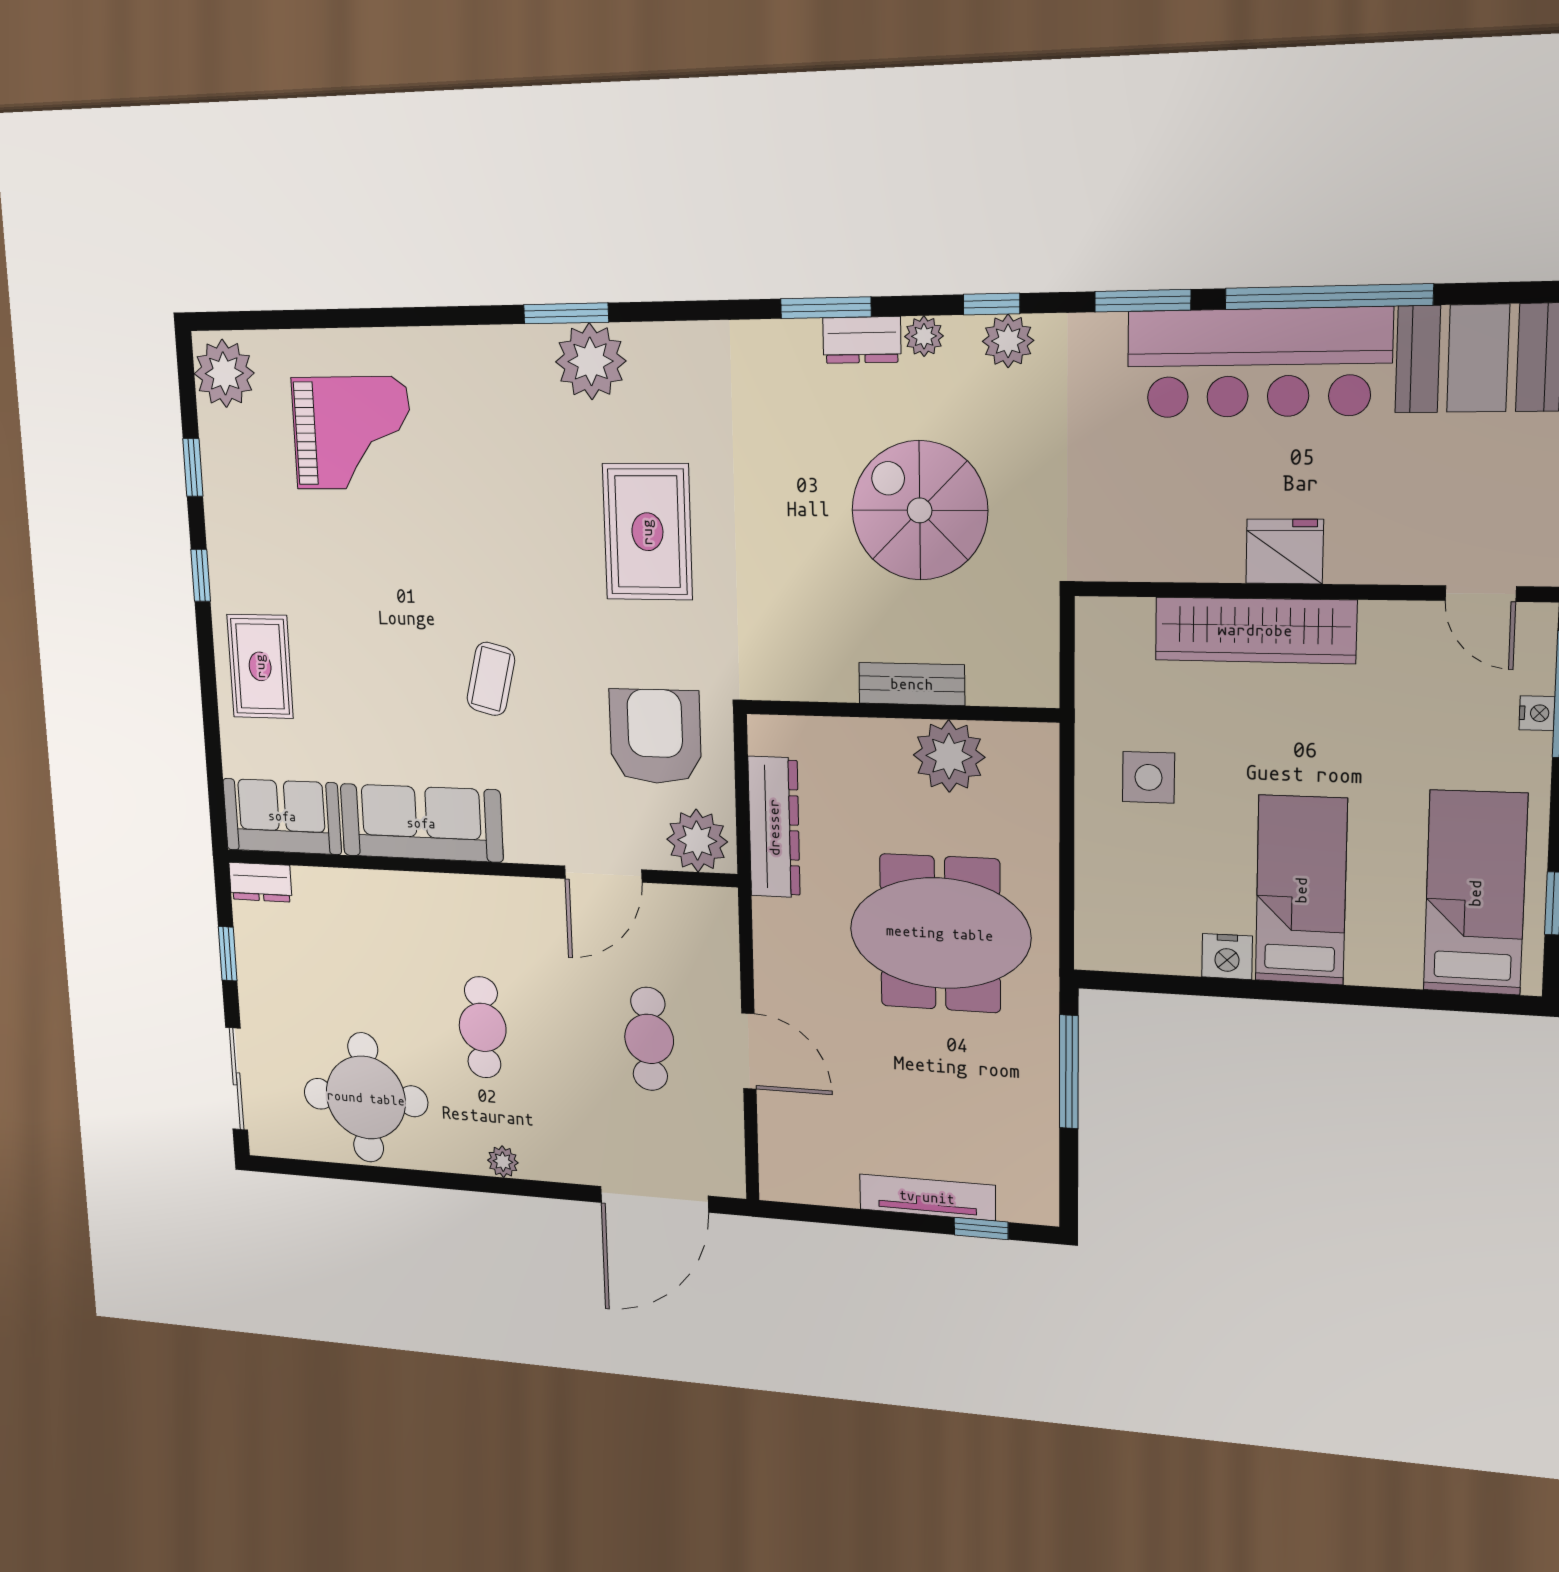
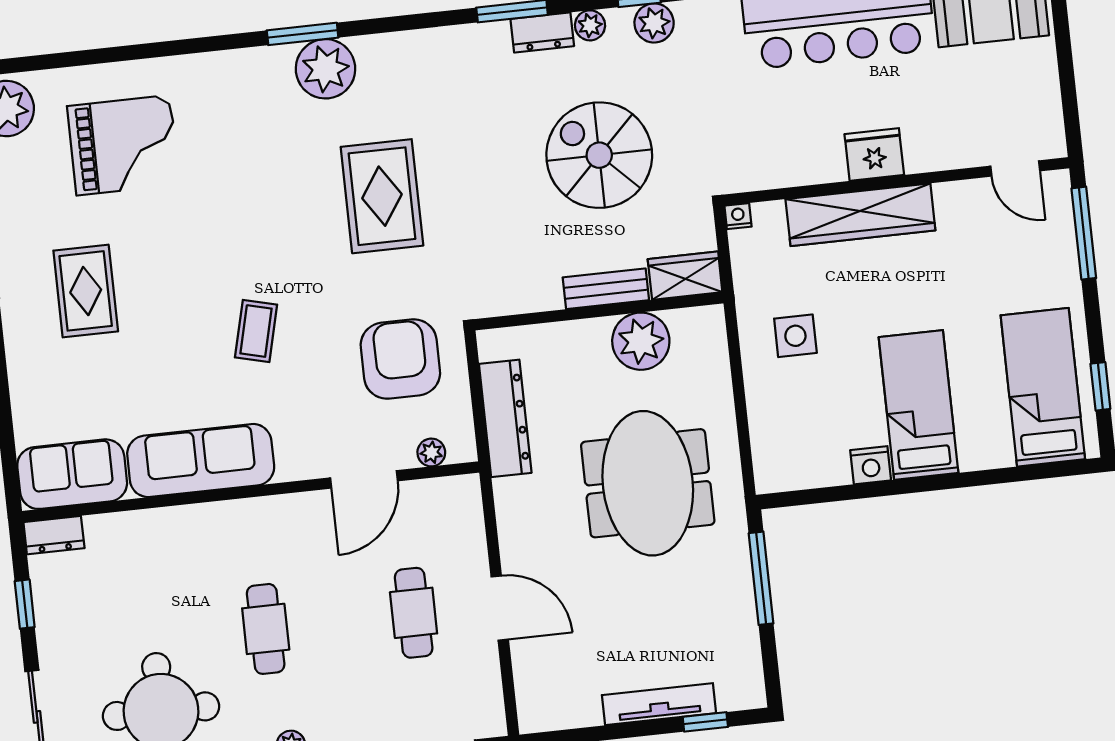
rug: (260, 666) -> (86, 291), moved
wardrobe: (1014, 681) -> (685, 276), added
nightstand: (1537, 713) -> (738, 216), moved, turned -90
plant: (697, 841) -> (431, 452), width x0.53, depth x0.53
meeting table: (940, 933) -> (648, 483), turned 90

